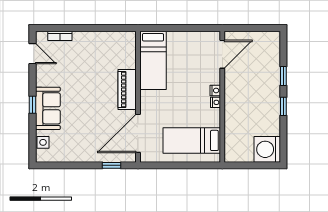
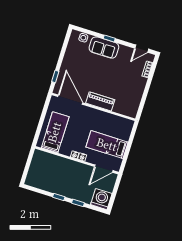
door: (222, 54) -> (104, 169), hinge flipped
bed: (153, 60) -> (107, 145), moved
washing machine: (267, 149) -> (101, 199), moved

